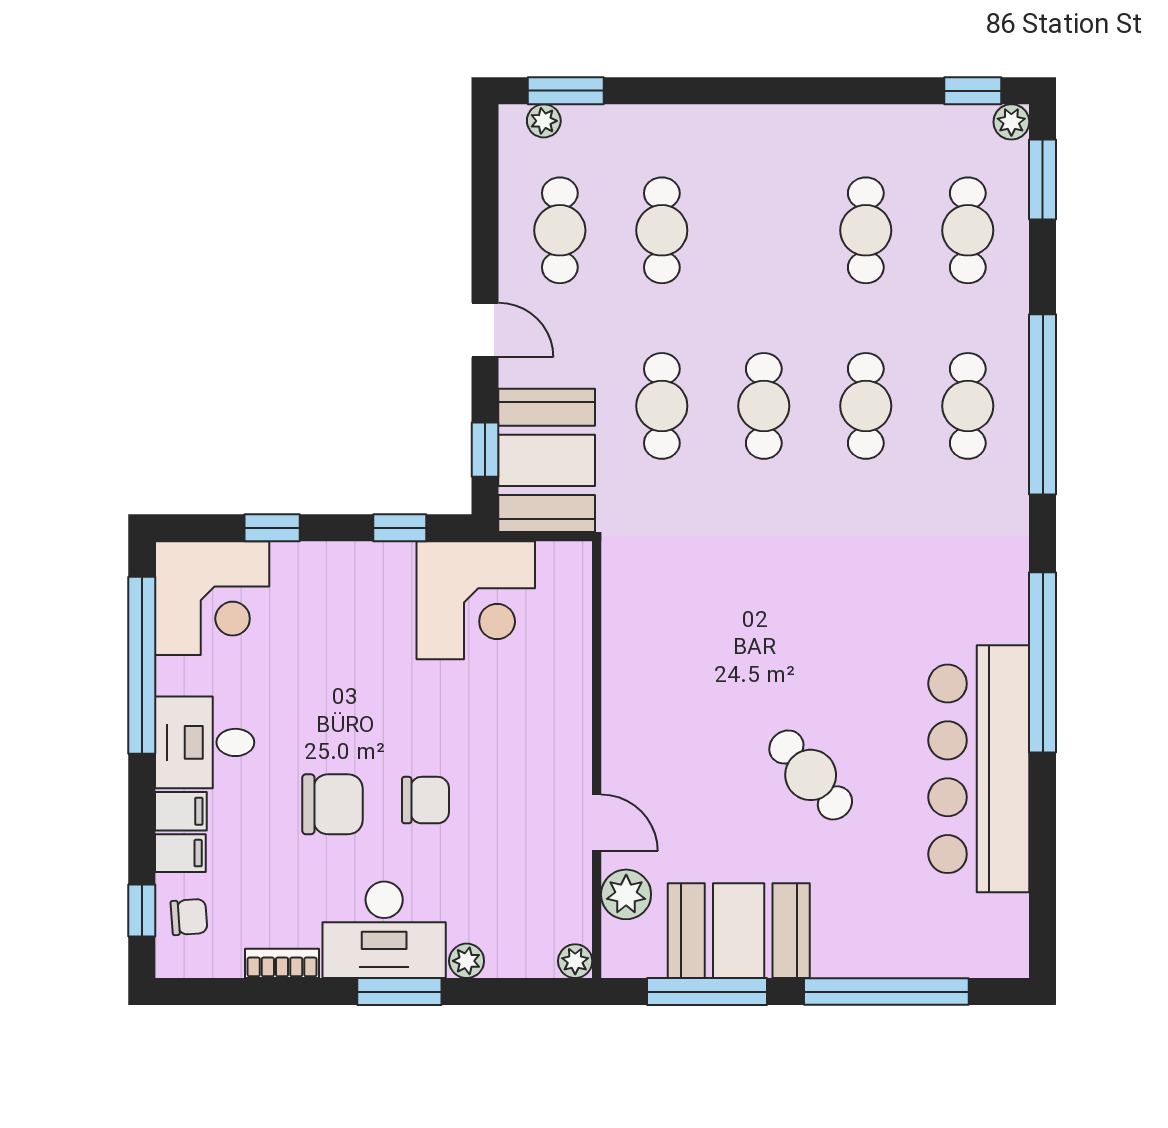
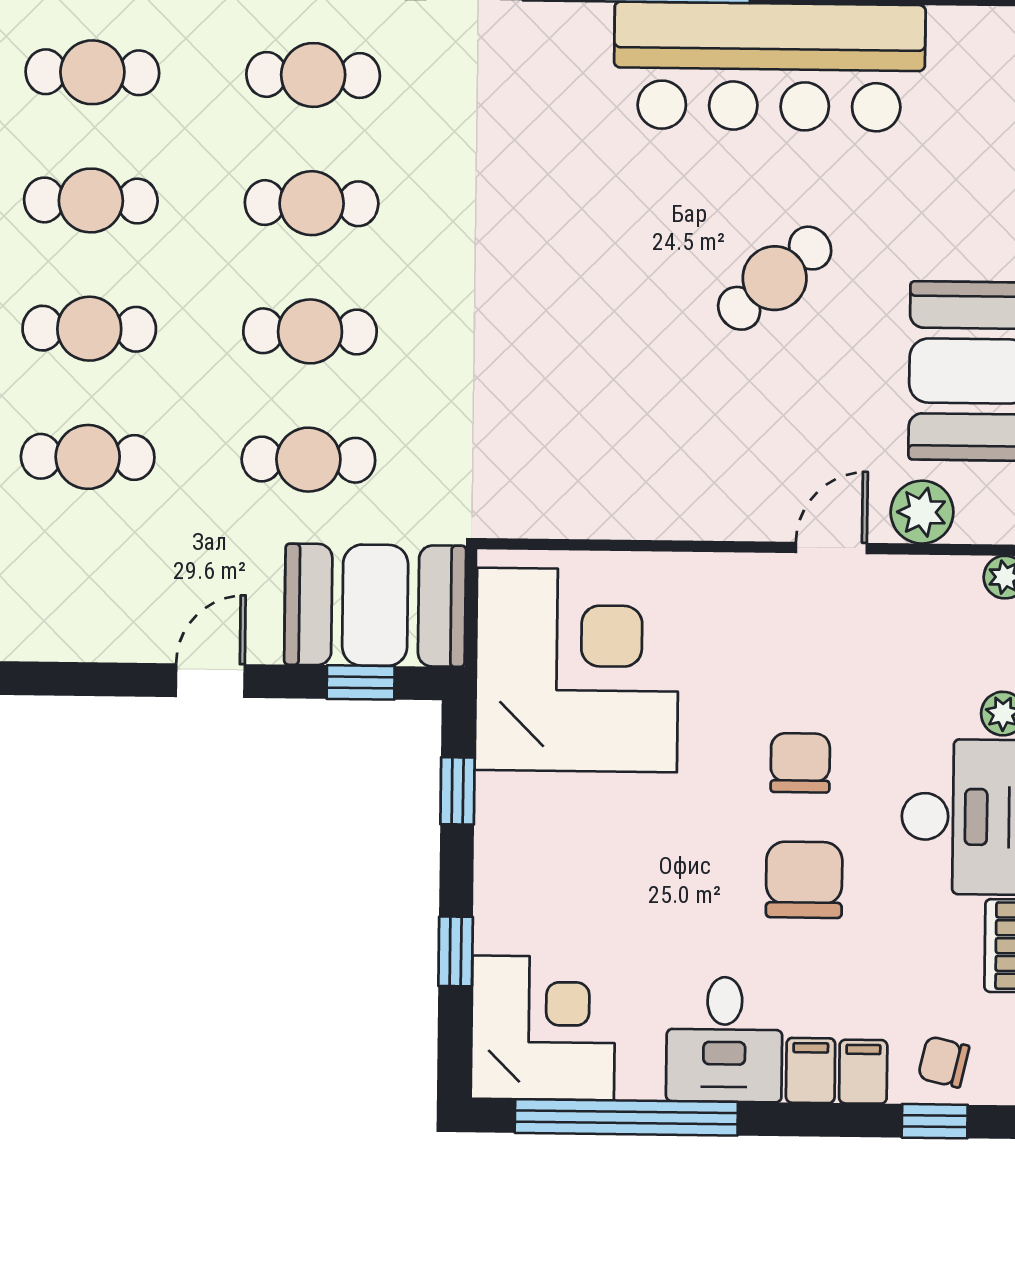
cafe table: (560, 230) -> (89, 329), moved
corner desk: (476, 600) -> (577, 670), width x1.36, depth x1.36
chair: (189, 917) -> (944, 1062), turned -73

